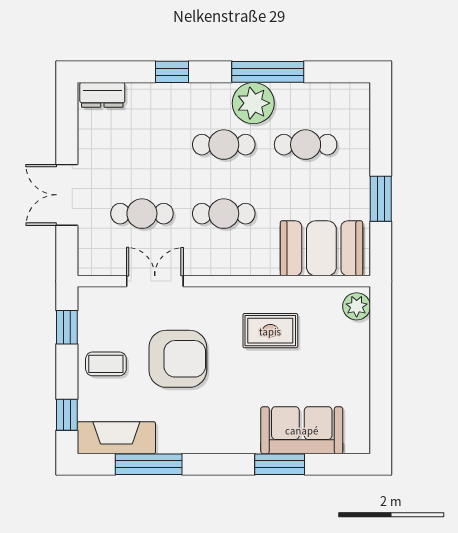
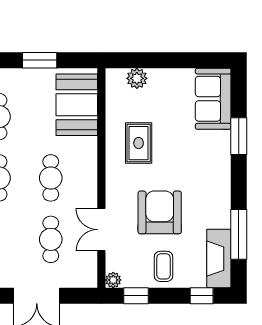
plant: (88, 297) -> (113, 280), added
plant: (357, 306) -> (137, 78), moved
sofa: (302, 430) -> (213, 99), moved

